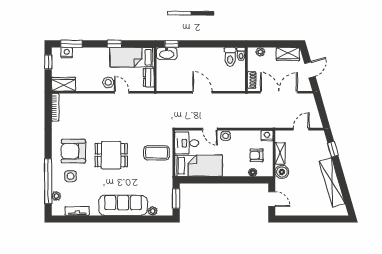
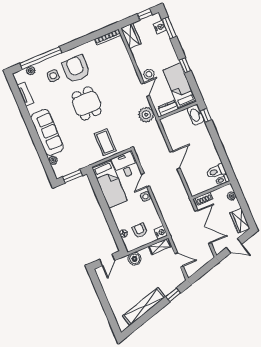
plant: (146, 102) -> (146, 115), added
shelving: (280, 153) -> (159, 246), moved

